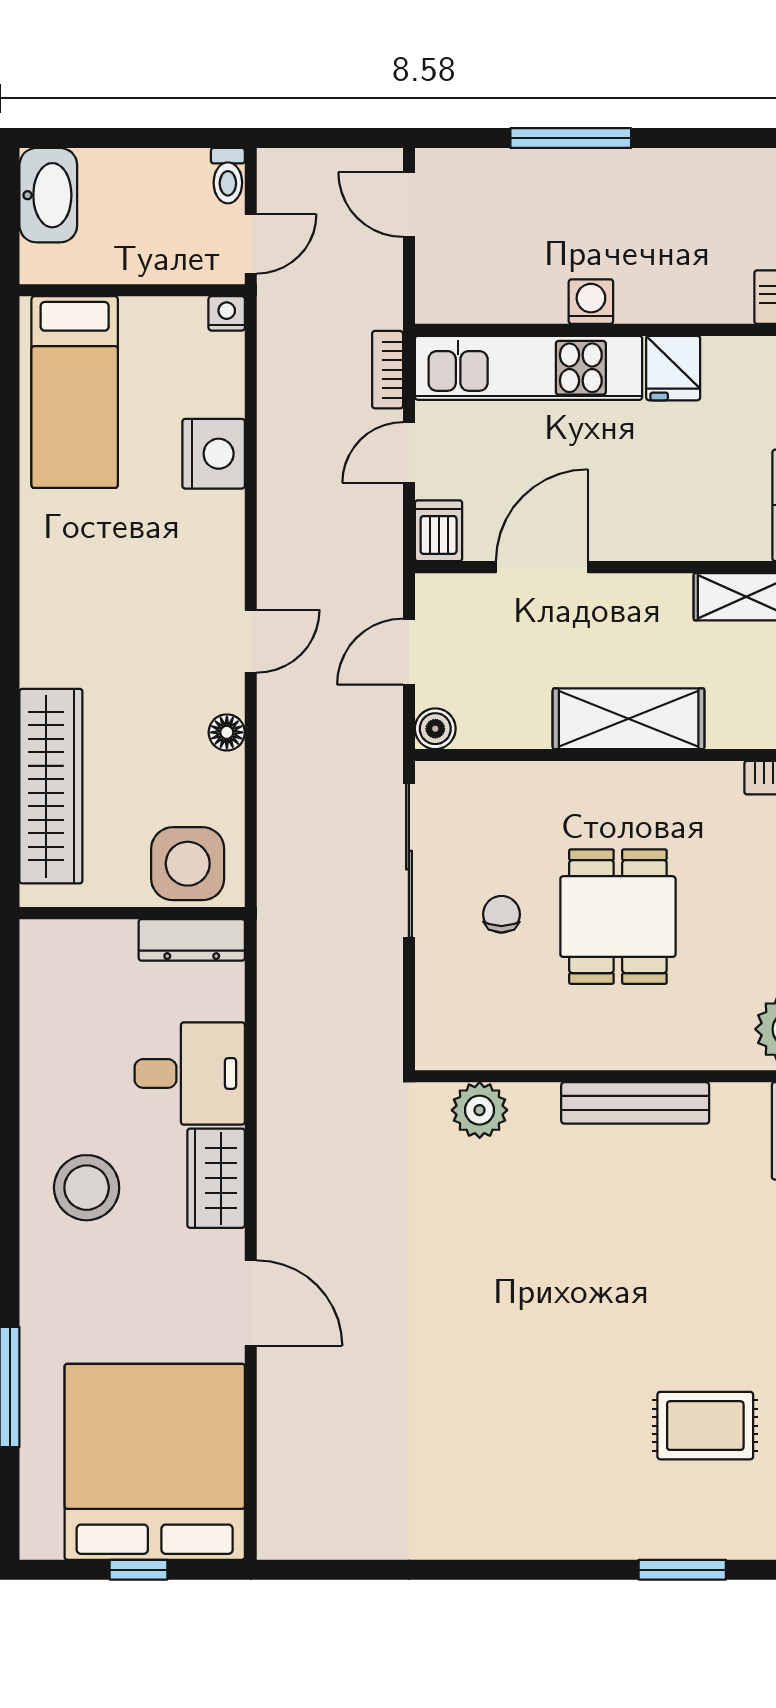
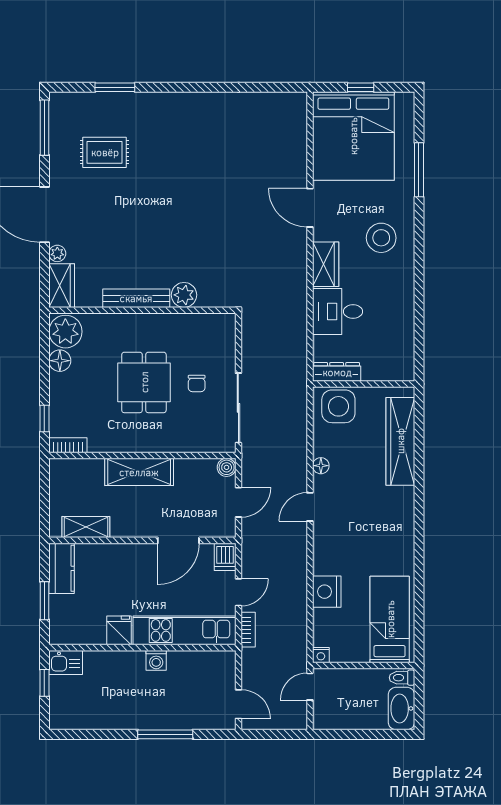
toilet: (228, 176) -> (402, 678), moved, turned -90
plant: (480, 1110) -> (184, 295), moved
stool: (87, 1188) -> (381, 238), moved

